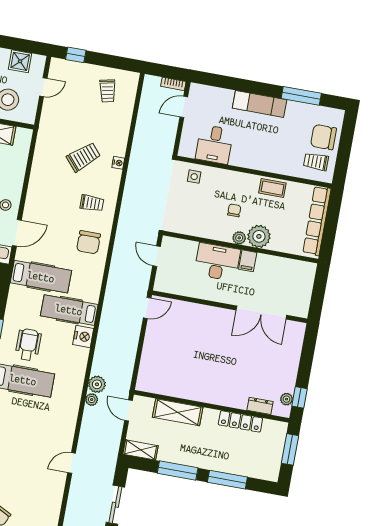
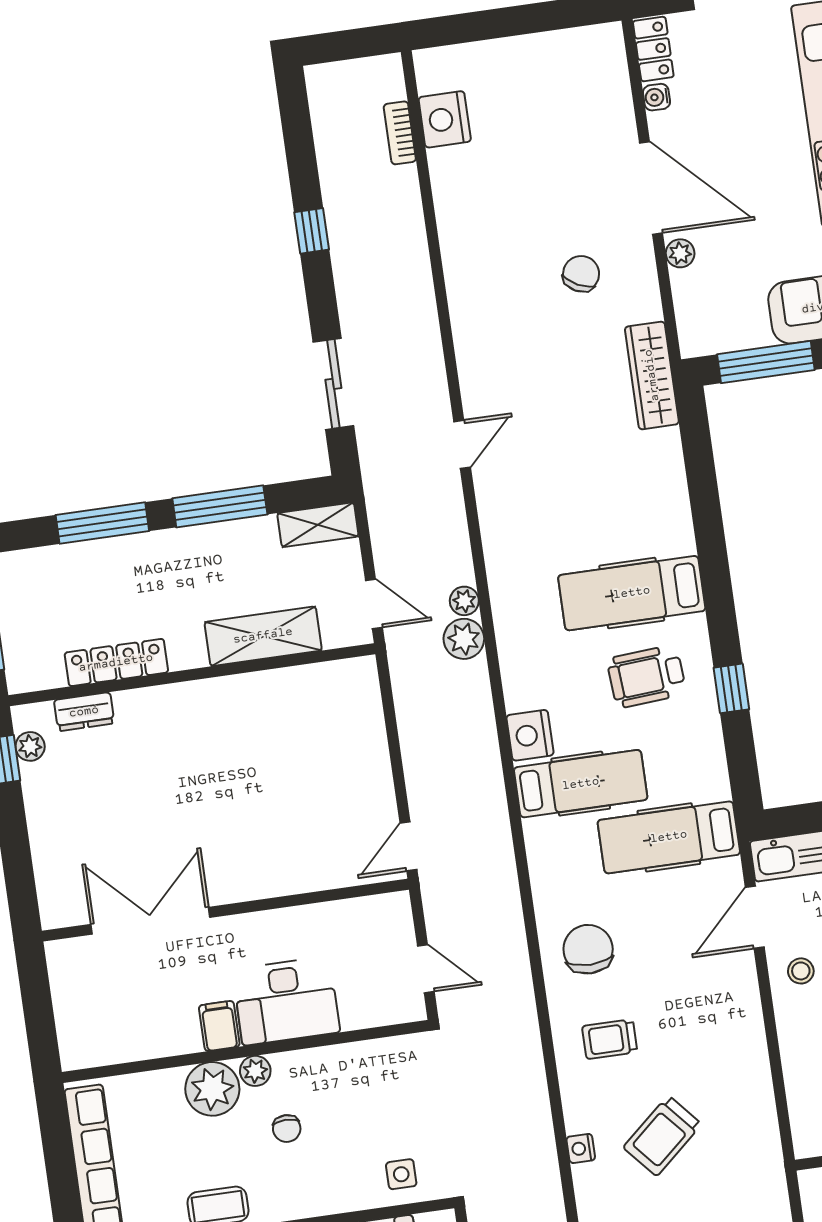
wheelchair: (28, 345) -> (647, 676), turned 86

